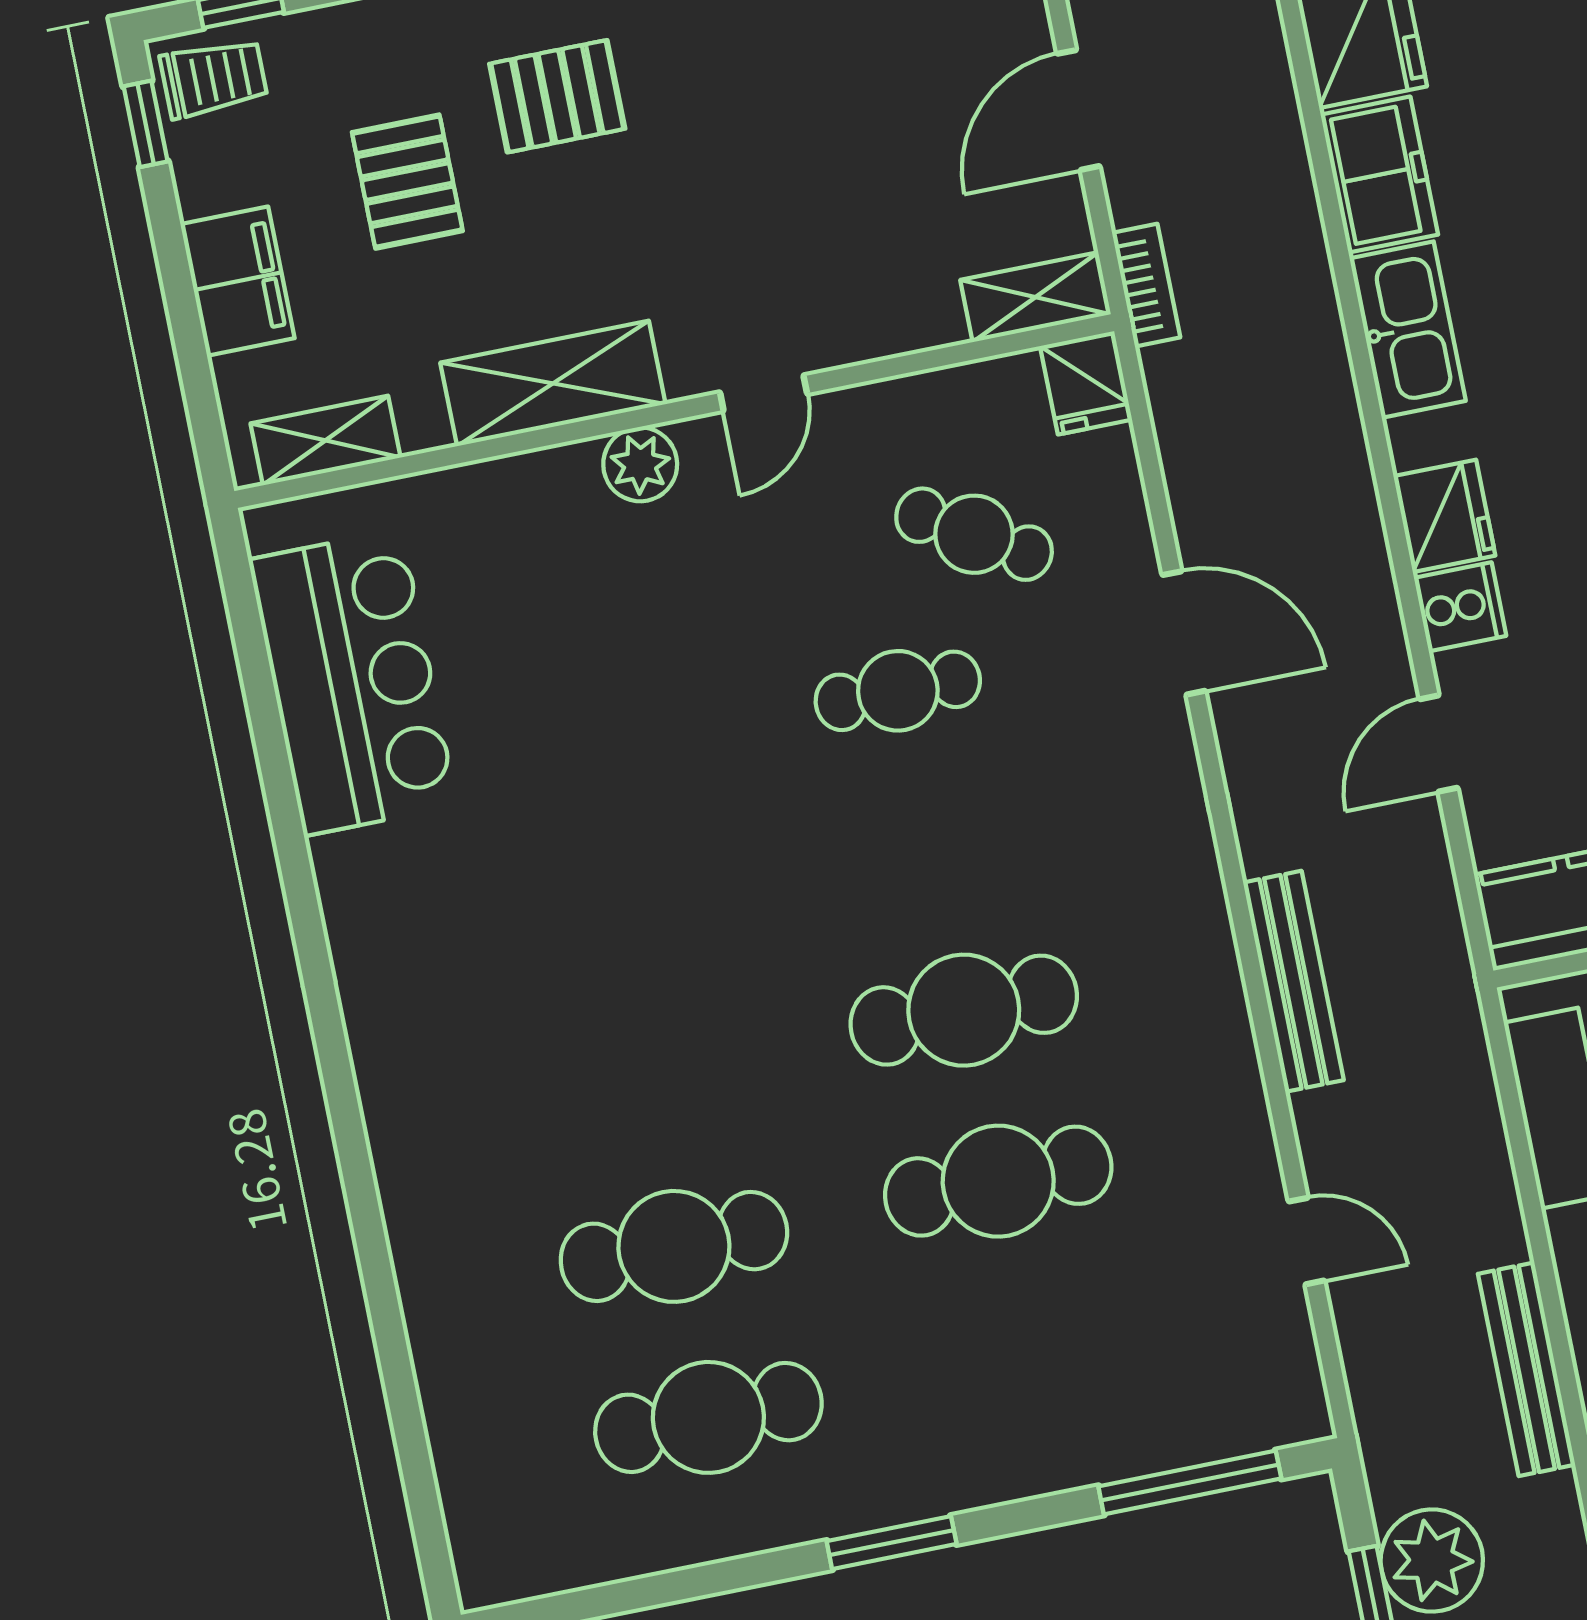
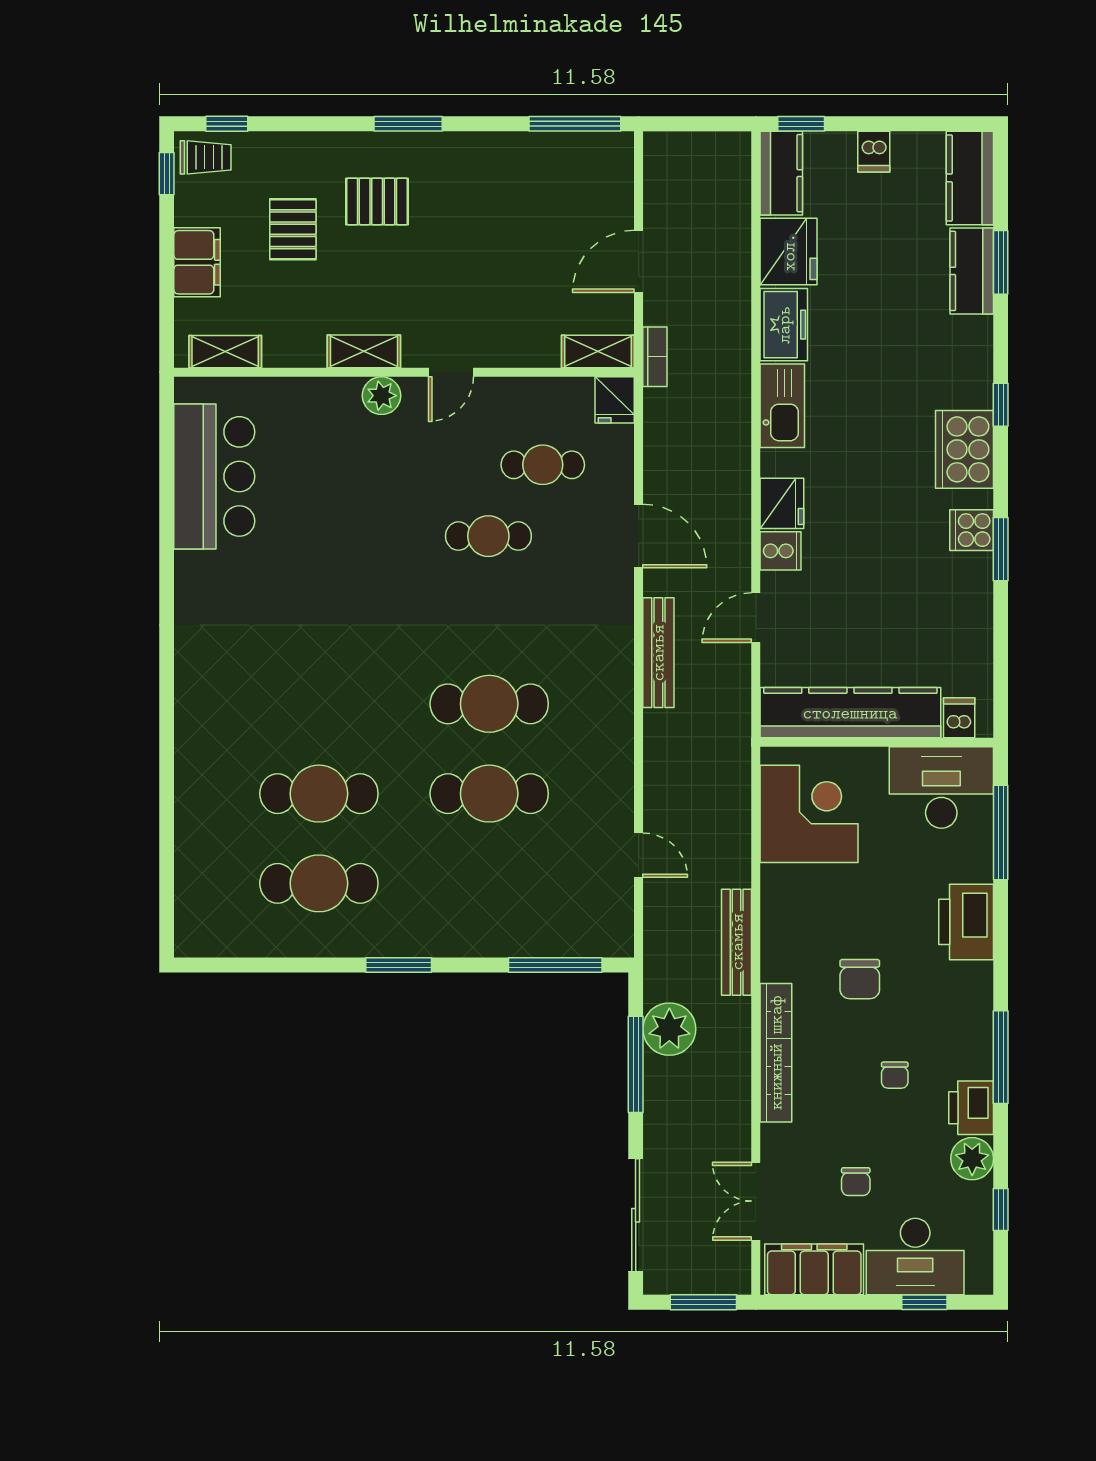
shelving: (553, 383) -> (364, 351), width x0.67, depth x0.75
cafe table: (974, 534) -> (543, 465), turned -31
bench: (1293, 981) -> (658, 653), moved

